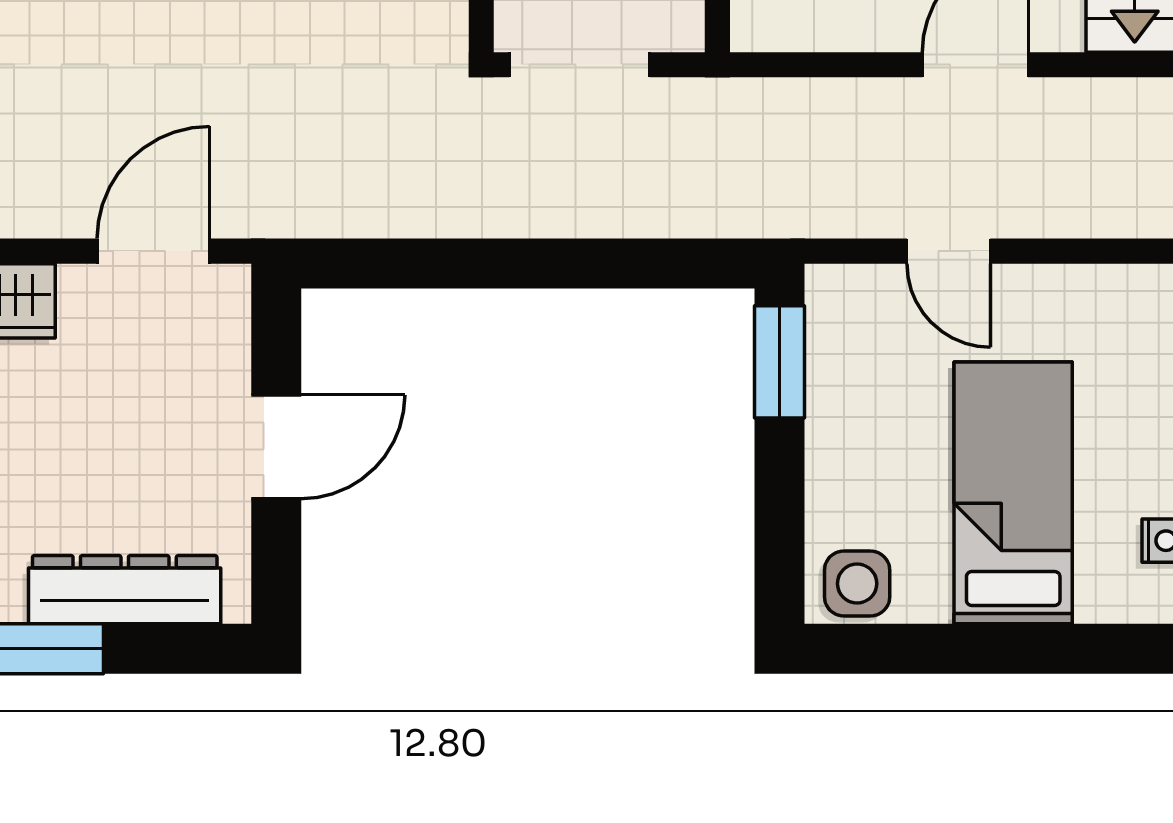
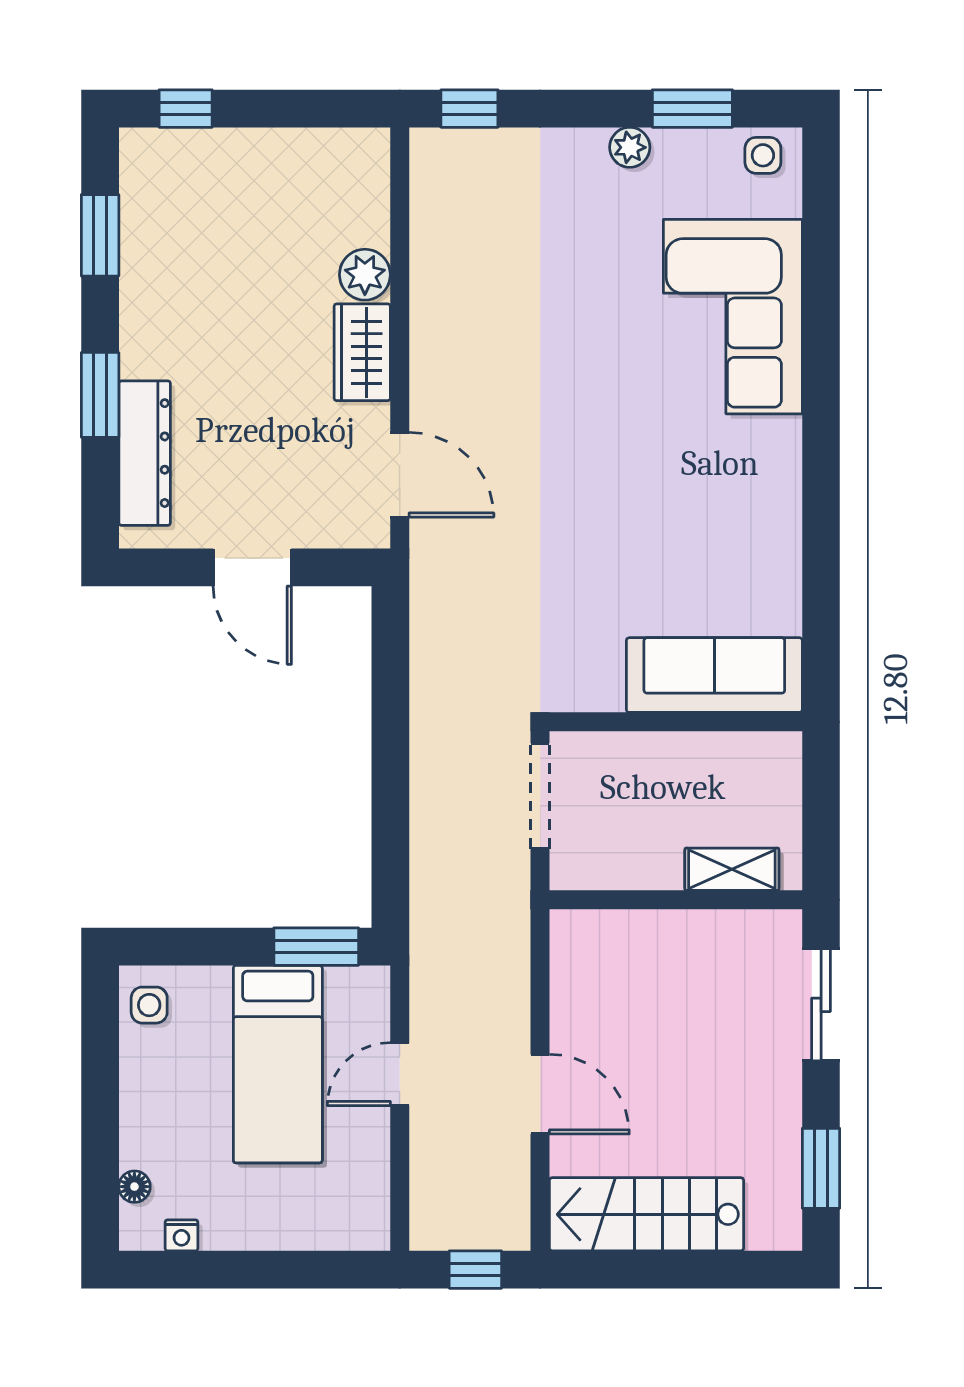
bed: (1013, 493) -> (278, 1064), moved, turned 90
side table: (857, 584) -> (149, 1005), width x0.73, depth x0.73
floor lamp: (1098, 603) -> (134, 1187), added

